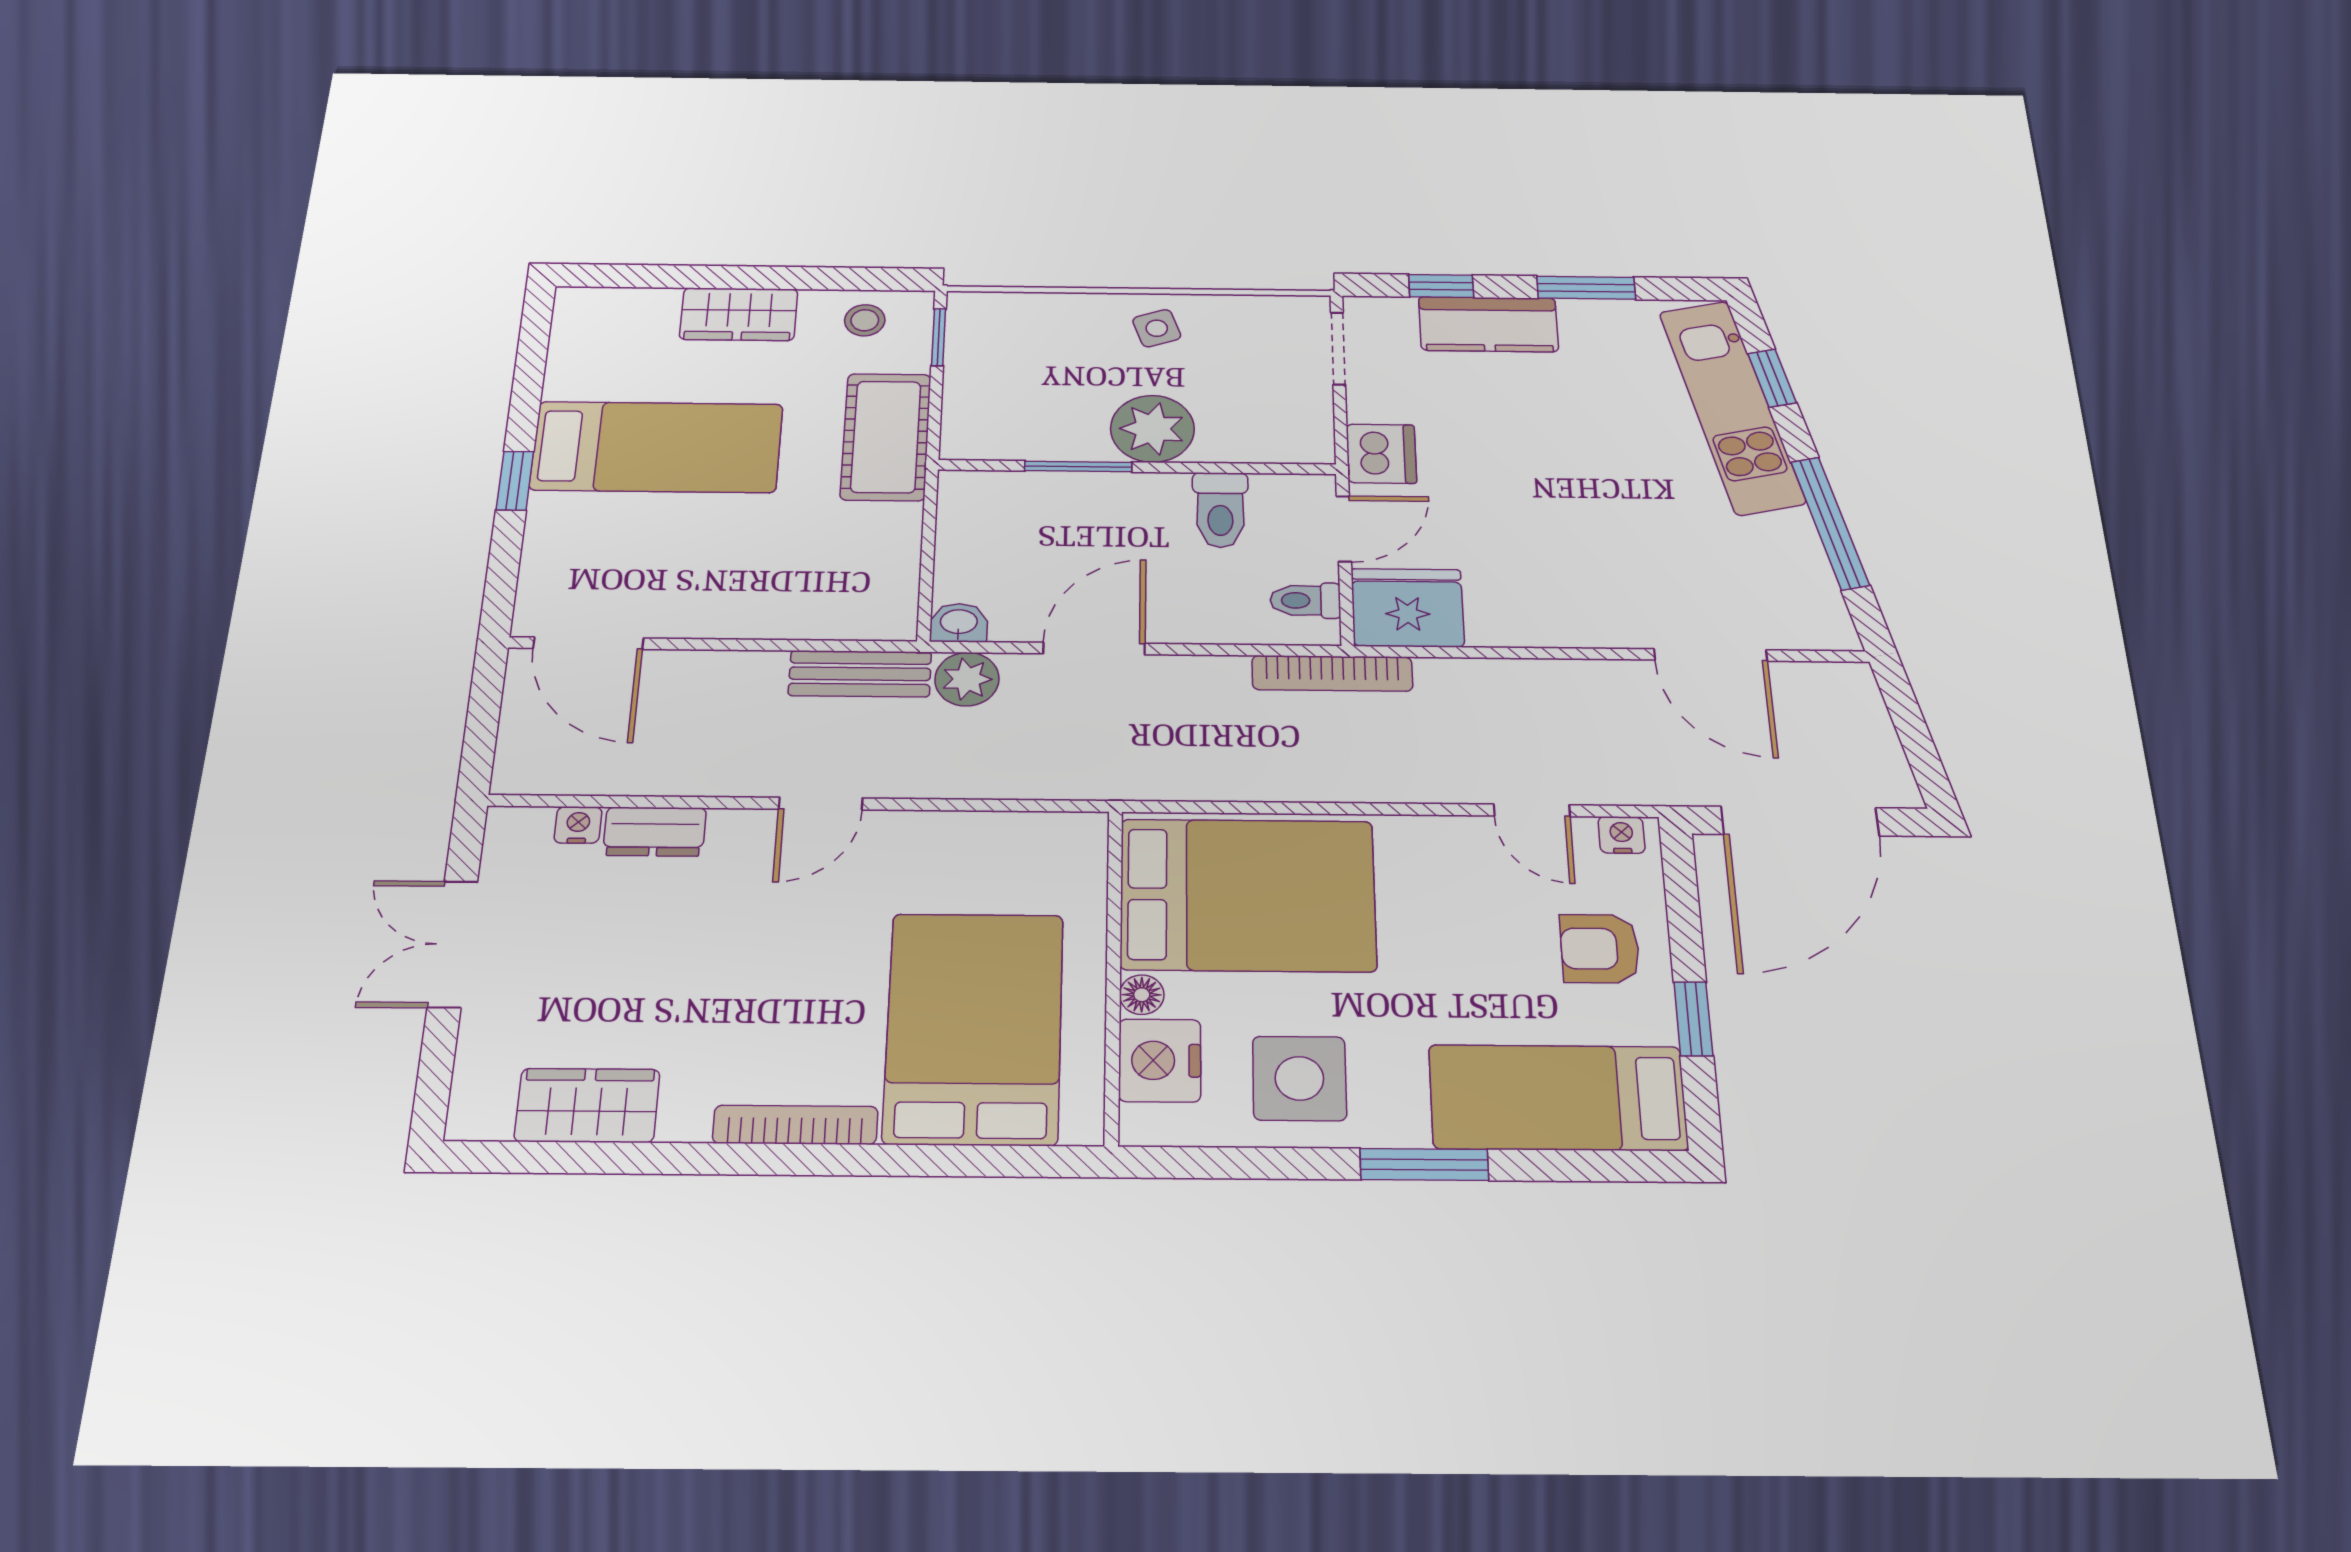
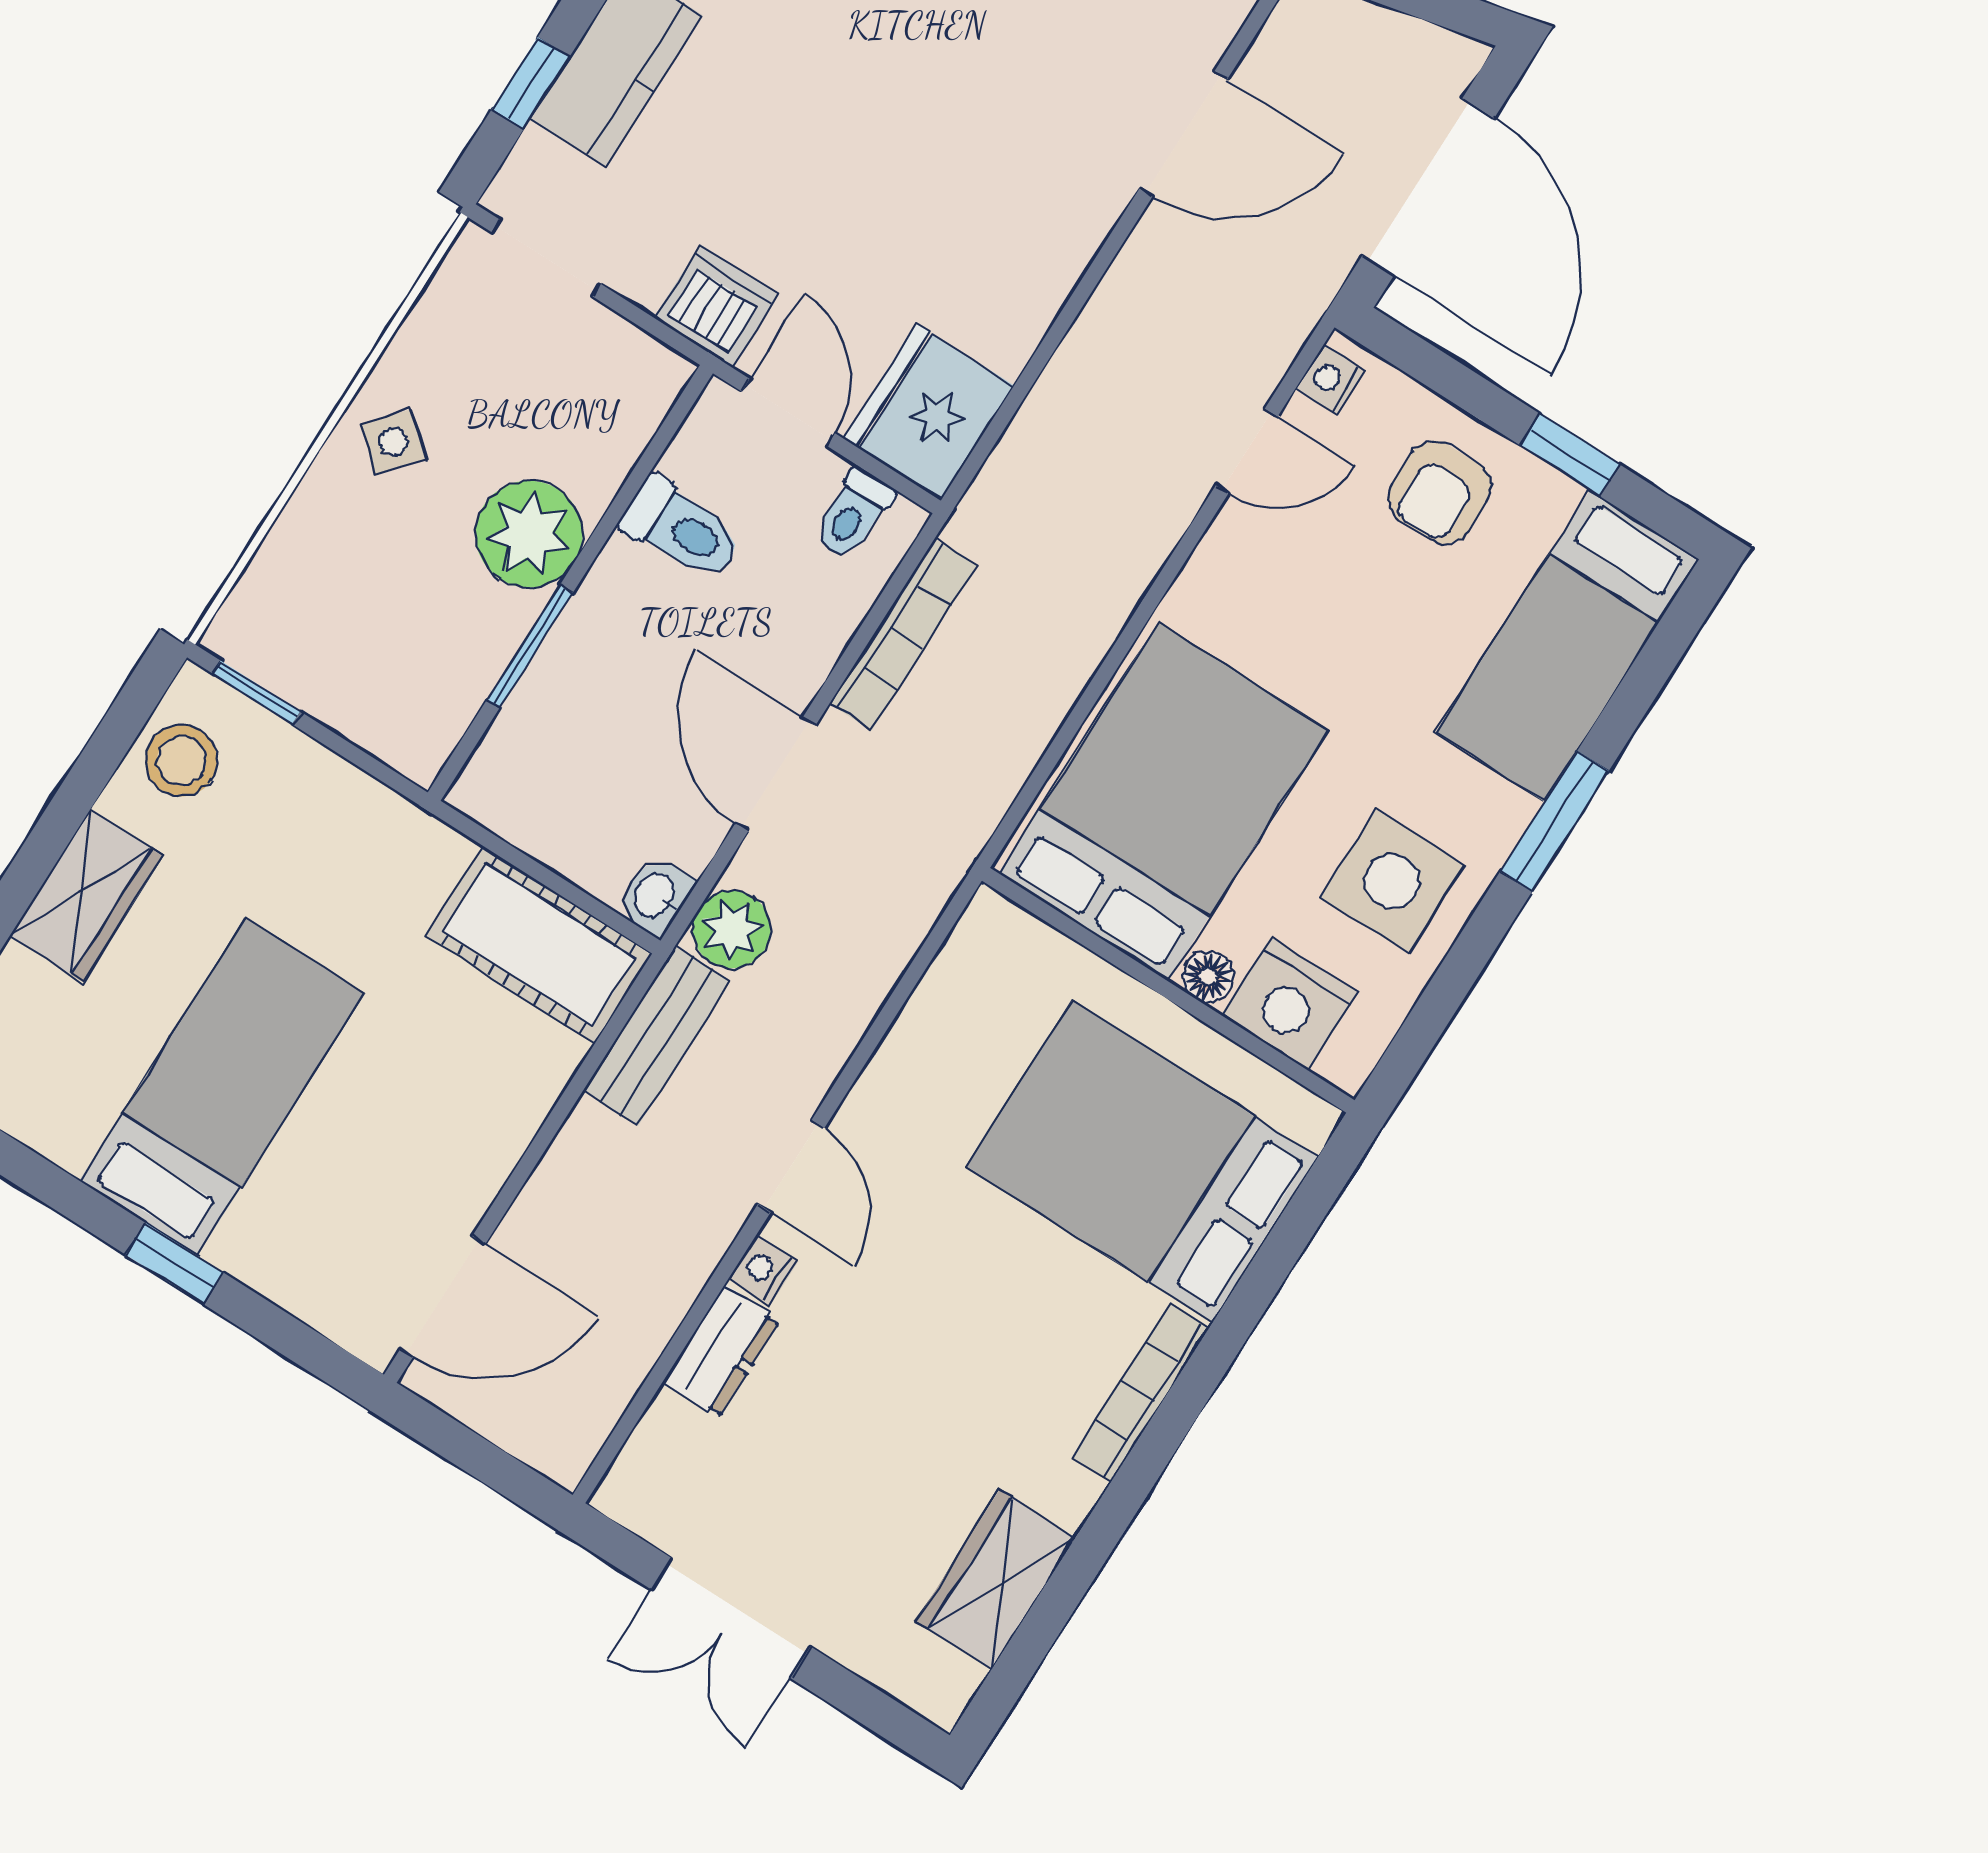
stool: (865, 320) -> (182, 761), width x1.37, depth x1.37
side table: (1157, 328) -> (393, 442), turned -30
cot: (886, 437) -> (539, 945), moved
bookcase: (1332, 673) -> (903, 635), moved
nightstand: (578, 825) -> (763, 1270), moved

